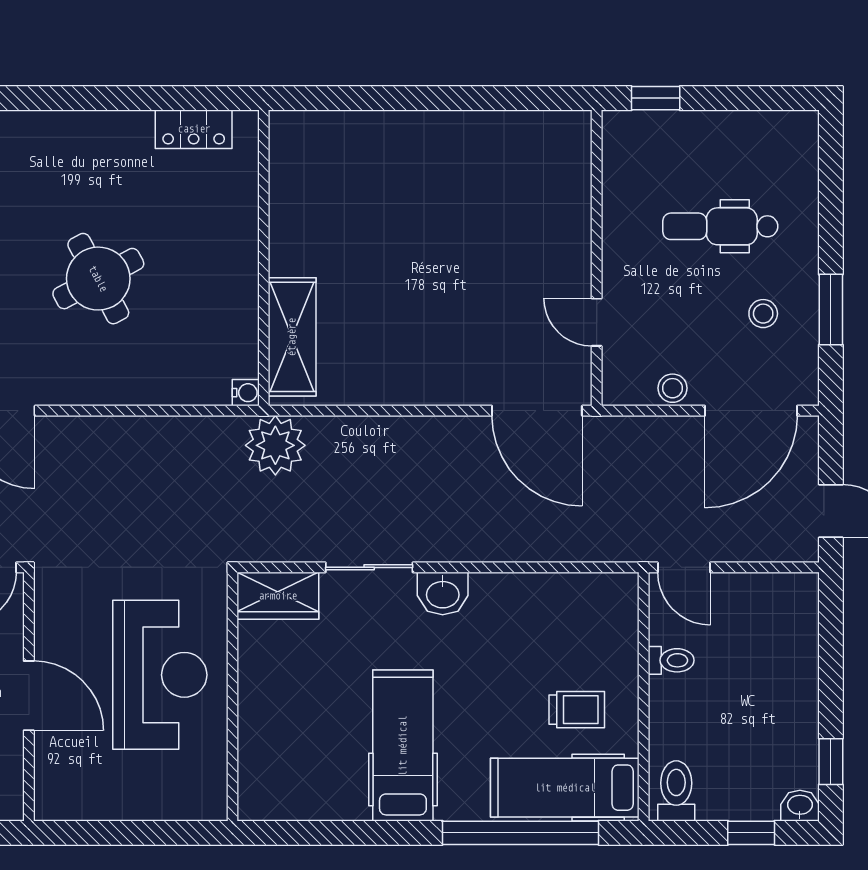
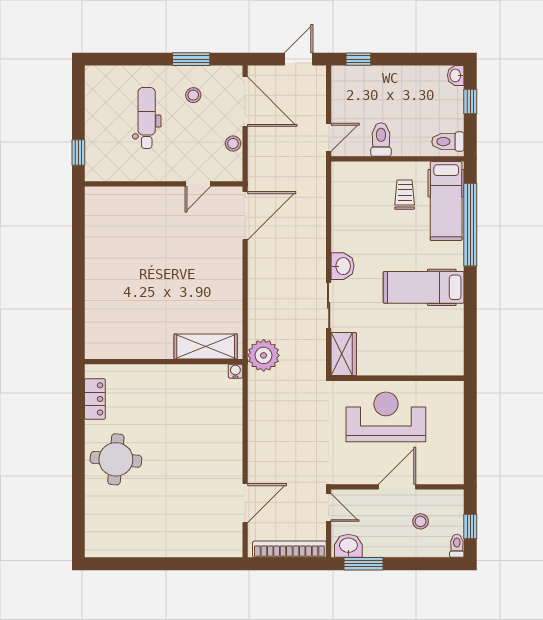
dental chair: (720, 226) -> (147, 118), turned 180
round table: (98, 279) -> (116, 459), moved, turned 33
toilet: (671, 660) -> (381, 140), width x1.37, depth x1.39
window: (831, 762) -> (358, 59), moved

